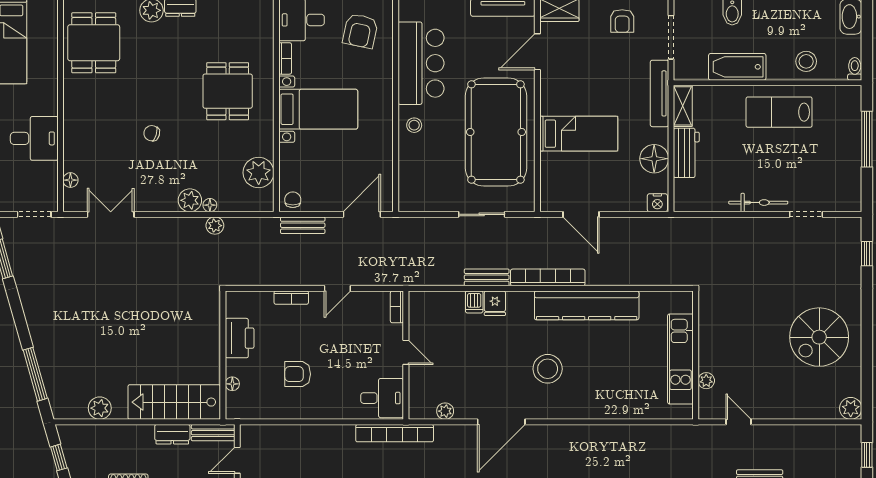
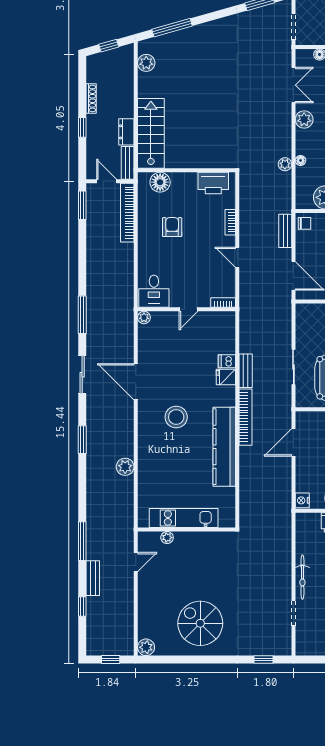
plant: (190, 200) -> (304, 119), moved
printer: (240, 338) -> (213, 183), moved
floor lamp: (232, 384) -> (160, 182), width x1.89, depth x1.89
plant: (100, 408) -> (146, 63), moved
plant: (445, 411) -> (144, 318), moved
bookcase: (395, 433) -> (127, 213), moved
plant: (613, 436) -> (125, 467), added

